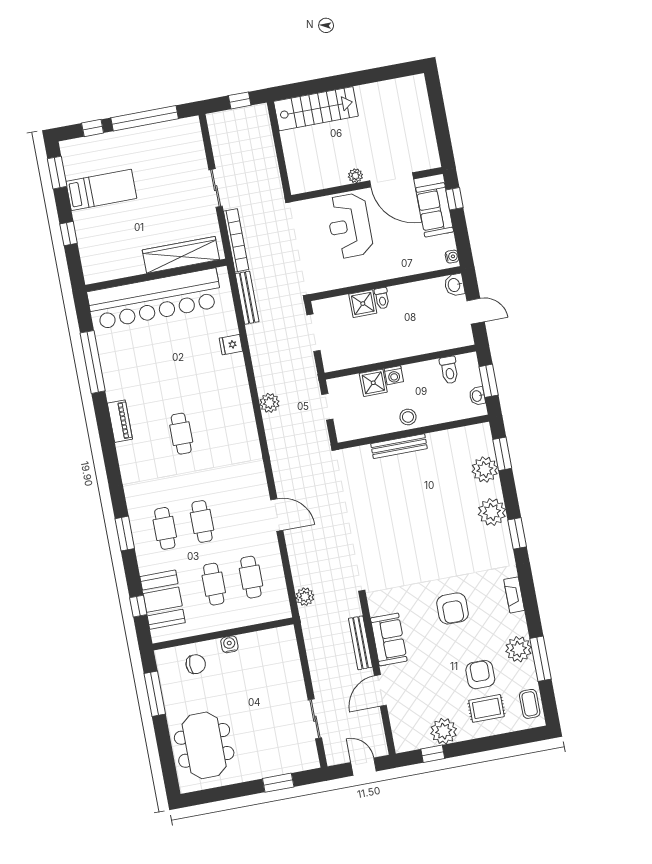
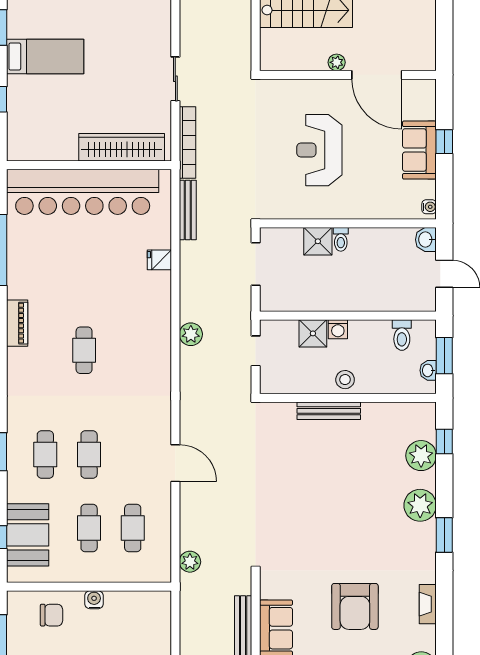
plant: (355, 176) -> (337, 62), moved
door: (392, 180) -> (377, 75), moved
wall: (367, 184) -> (348, 75), moved
window: (502, 454) -> (444, 442), width x0.67
armchair: (452, 608) -> (355, 606), width x1.36, depth x1.36

